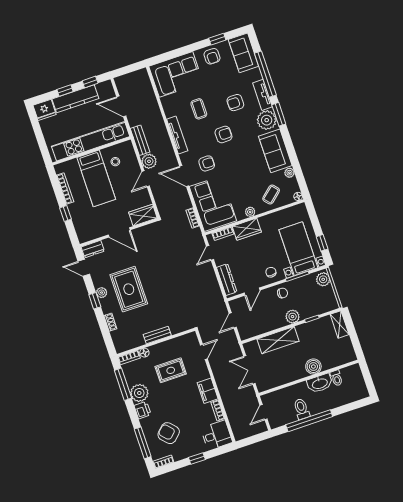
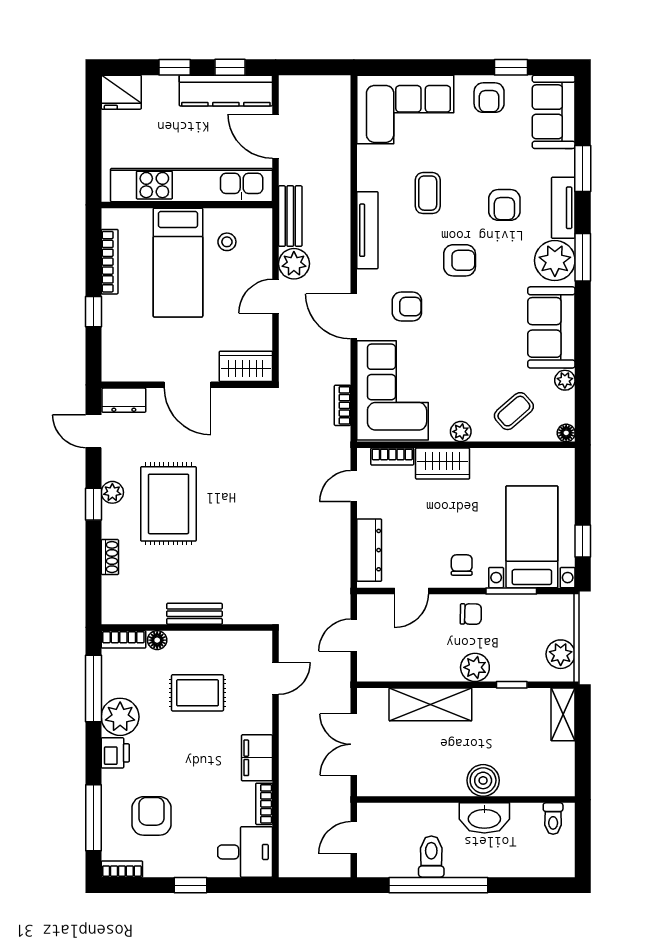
window: (265, 74) -> (583, 168), width x0.47
kitchen counter: (75, 99) -> (226, 91), moved
armchair: (235, 103) -> (504, 205), turned -90
plant: (323, 279) -> (561, 654), moved
toilet: (336, 378) -> (553, 819), moved
armchair: (169, 433) -> (152, 816), turned 43

